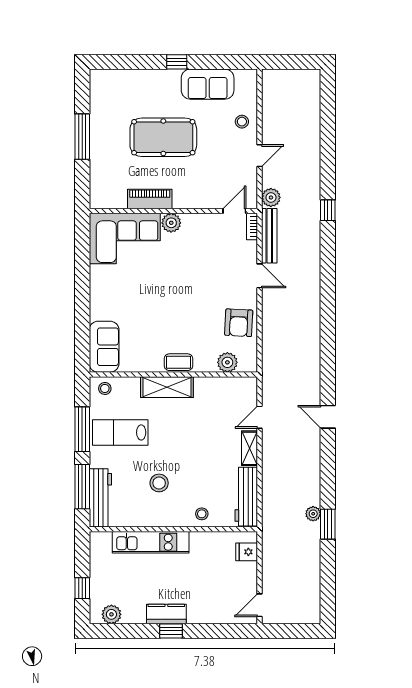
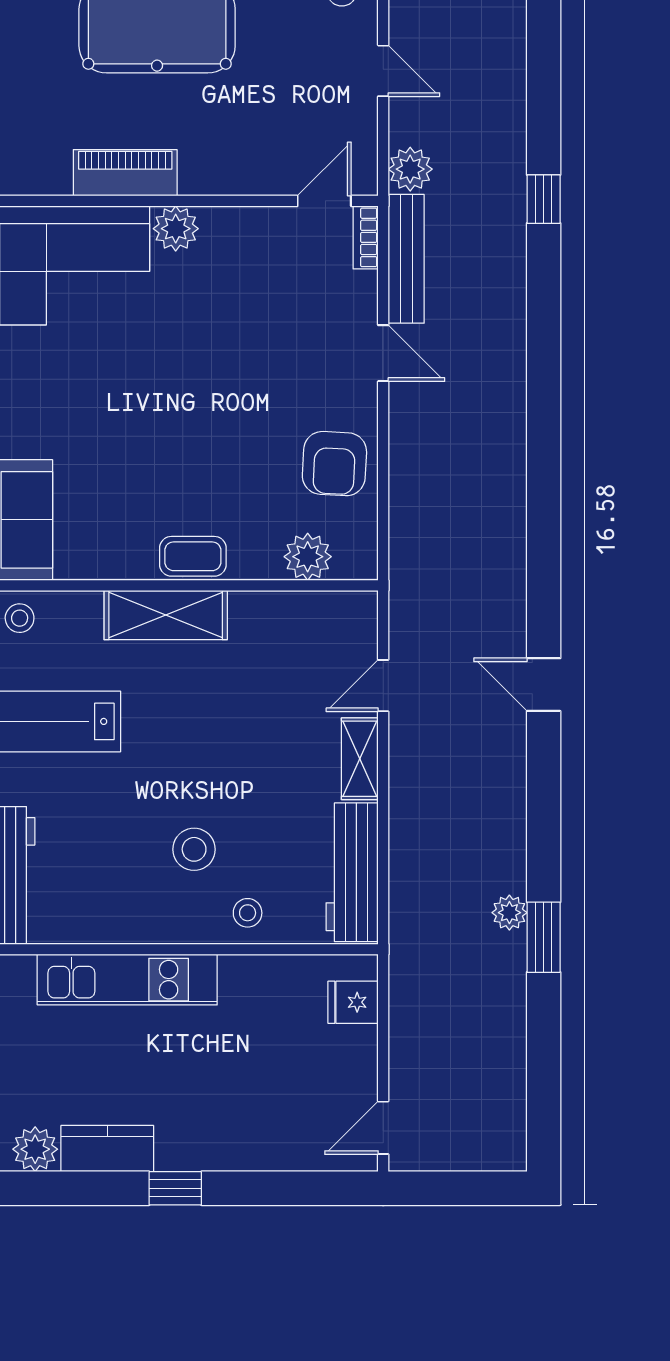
door: (259, 156) -> (383, 71), hinge flipped
stool: (159, 483) -> (194, 849), moved
kitchen counter: (166, 614) -> (107, 1149), moved

